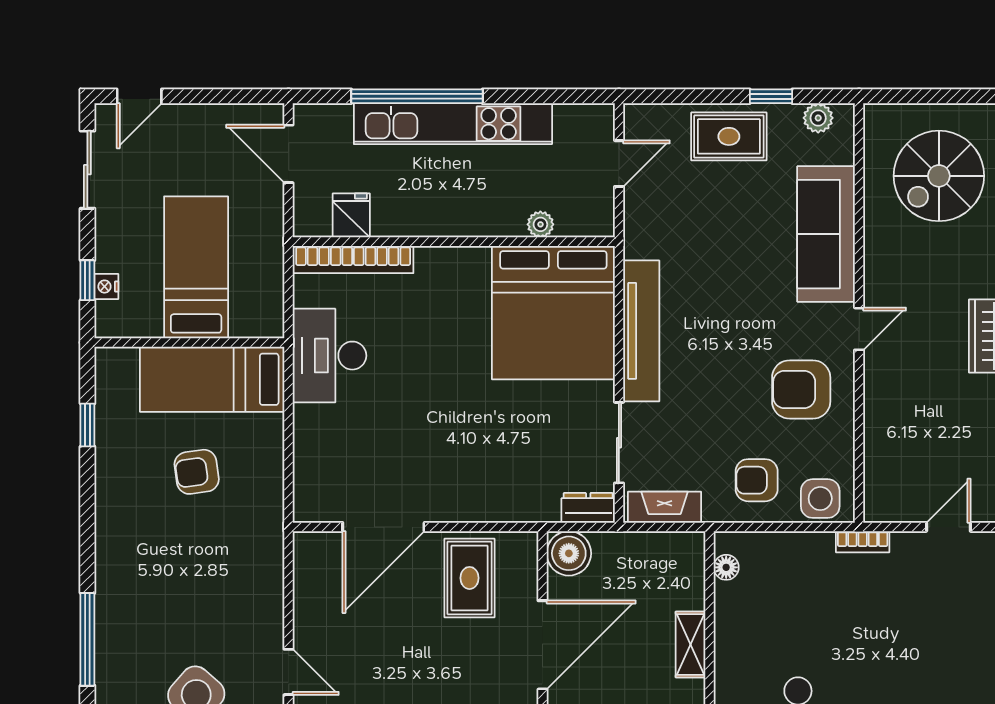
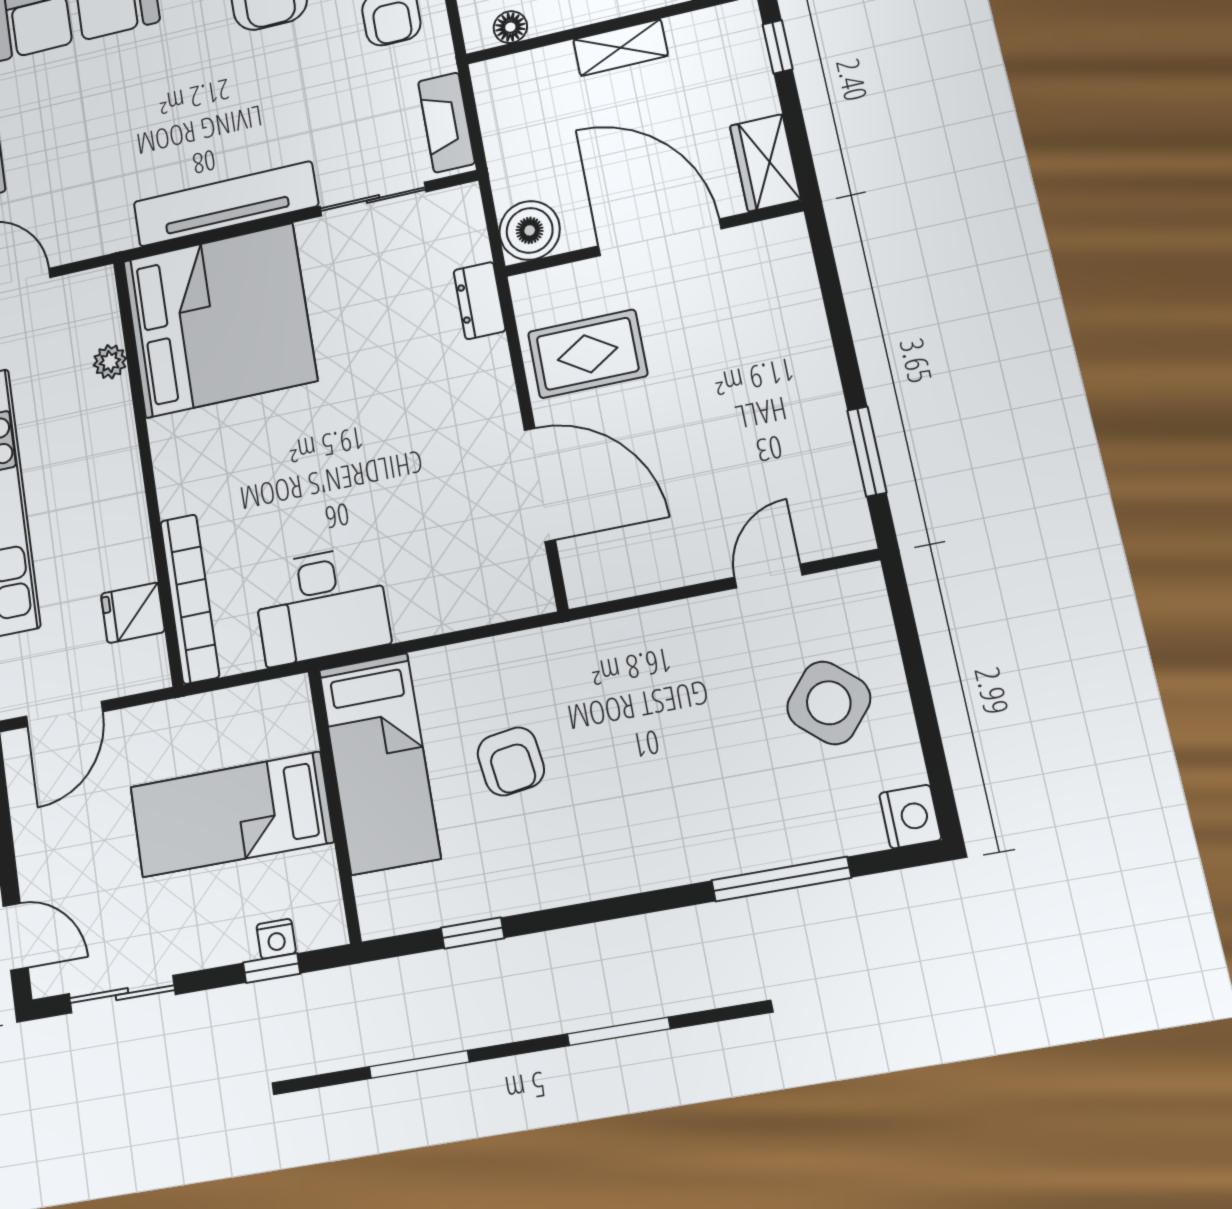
dresser: (588, 508) -> (479, 301), moved

